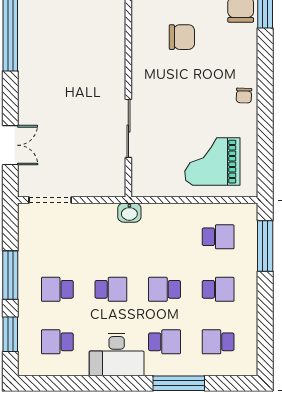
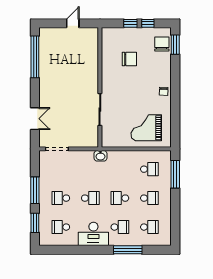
school desk: (218, 342) -> (149, 227), turned 180

